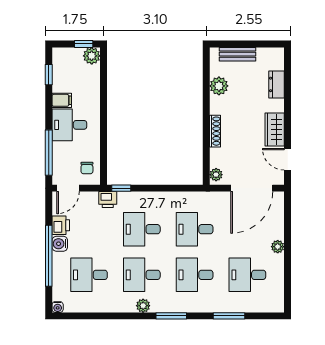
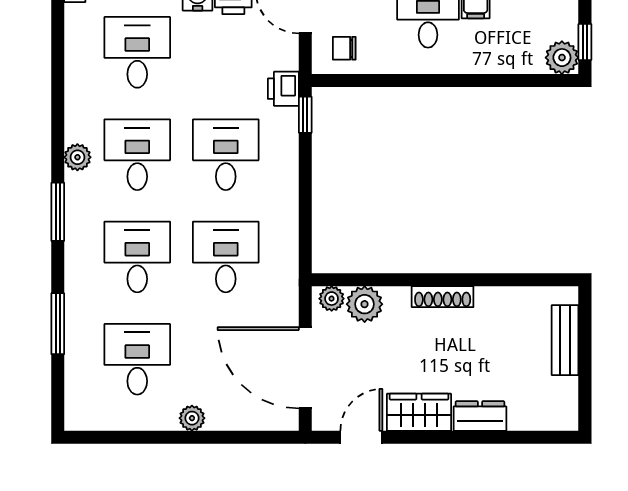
dresser: (277, 84) -> (480, 416), moved
plant: (219, 86) -> (365, 304), moved
shoe rack: (215, 131) -> (443, 297), moved

